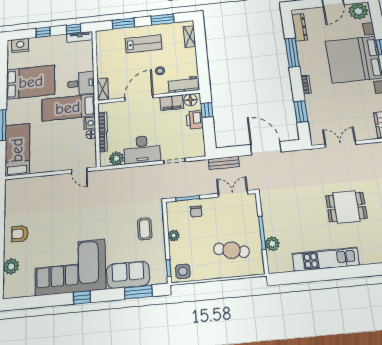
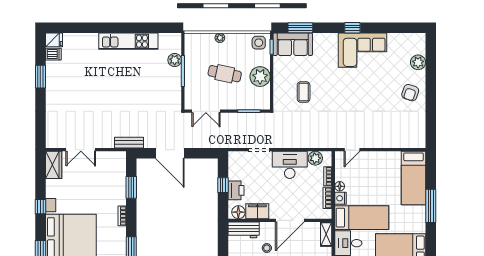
window: (207, 110) -> (223, 185), moved
double door: (341, 144) -> (81, 150), moved
bench: (224, 163) -> (129, 143), moved
door: (79, 171) -> (352, 150), swing flipped
dining table: (346, 207) -> (102, 88), removed
chair: (196, 212) -> (242, 97), removed
coffee table: (145, 229) -> (304, 92), moved
armchair: (20, 234) -> (410, 93), turned 108
plant: (174, 236) -> (260, 77), width x1.87, depth x1.87
cafe table: (231, 250) -> (225, 74), moved
corner sofa: (70, 267) -> (363, 50), width x0.73, depth x0.74
plant: (226, 273) -> (220, 38), added
sofa: (128, 275) -> (293, 44), moved

